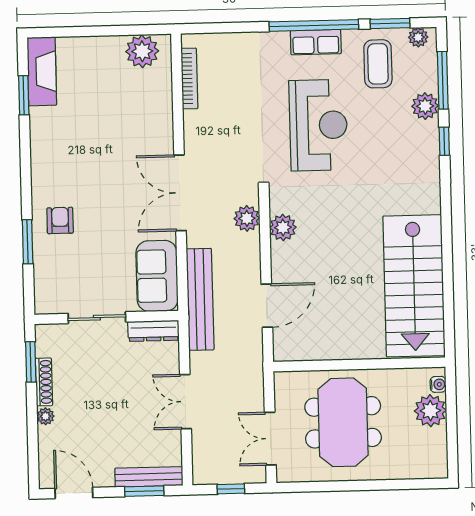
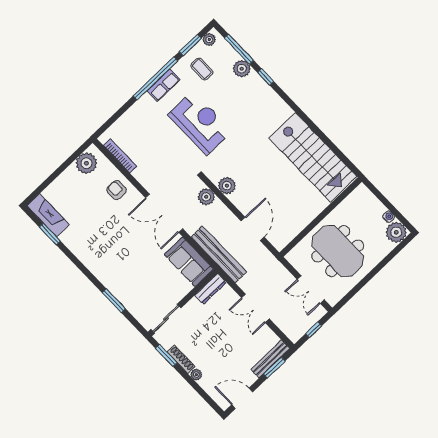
coffee table: (378, 64) -> (202, 69), width x0.73, depth x0.77
armchair: (60, 220) -> (117, 190), moved
sliding door: (97, 318) -> (166, 319), moved
water cooler: (438, 384) -> (389, 217), moved
plant: (430, 411) -> (396, 232), moved

